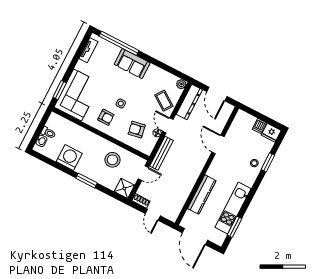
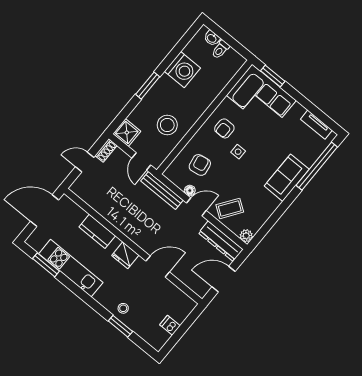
fridge: (271, 133) -> (125, 255), moved, turned -90
kitchen counter: (202, 195) -> (97, 231), width x0.67

